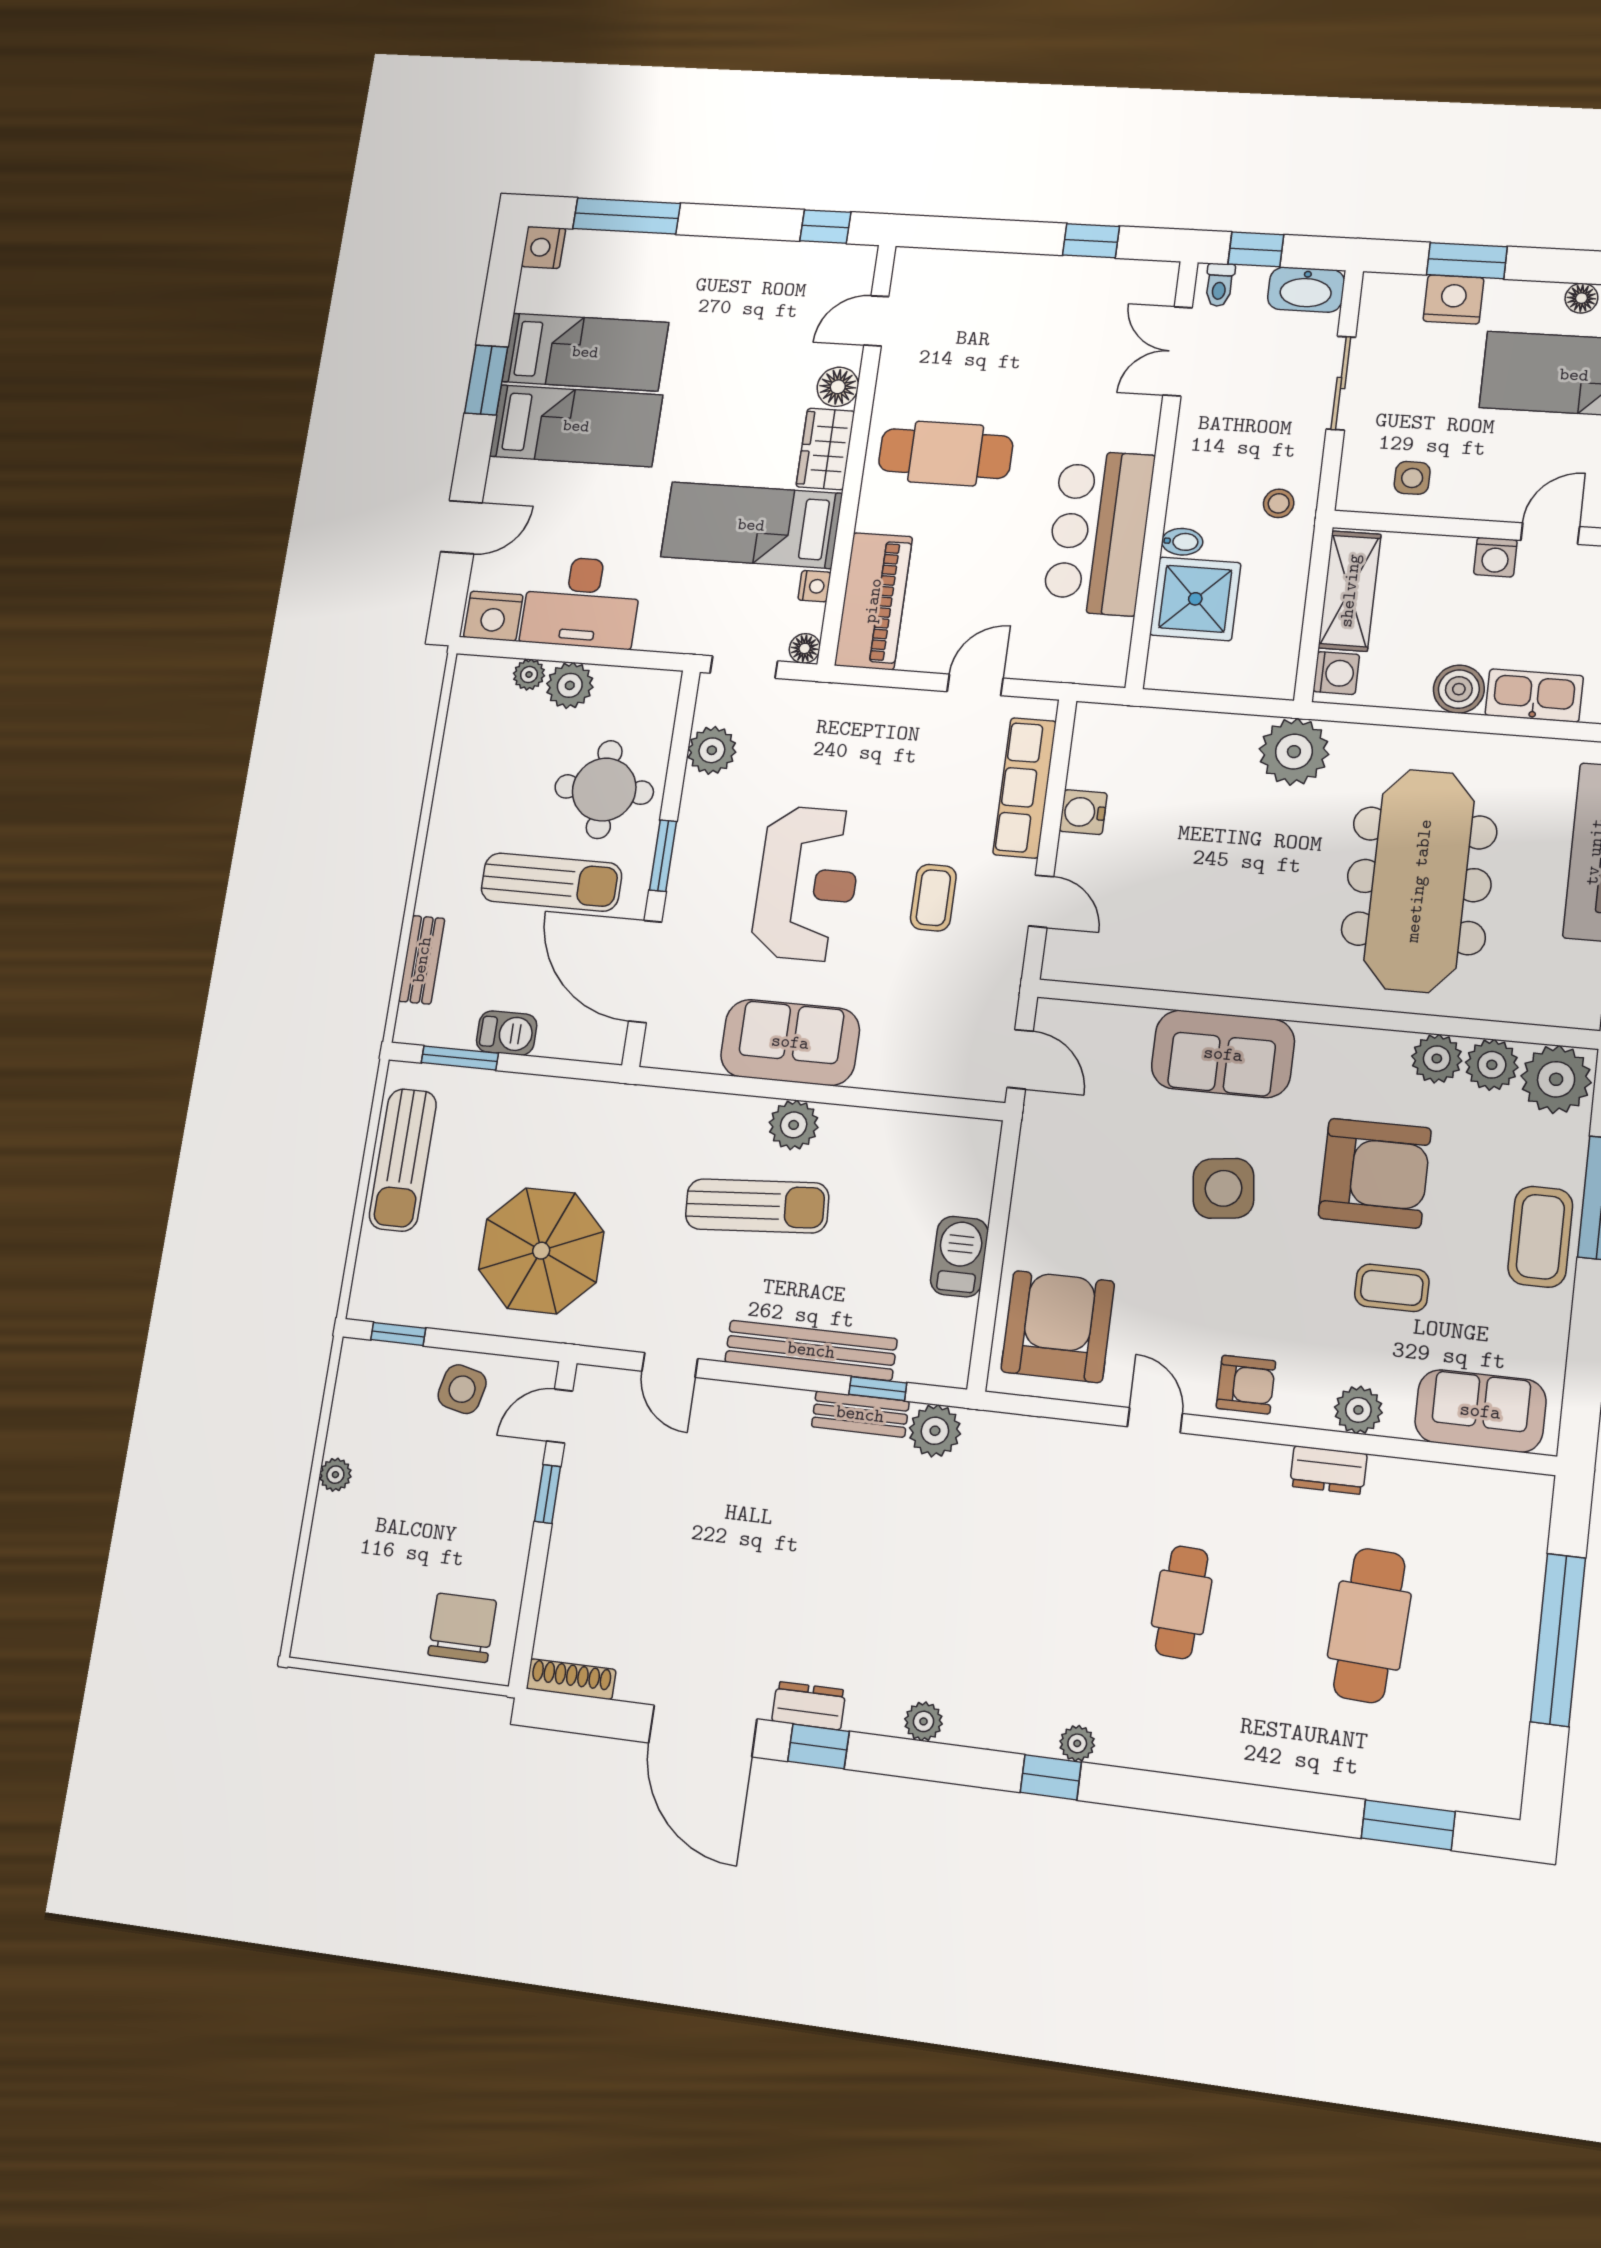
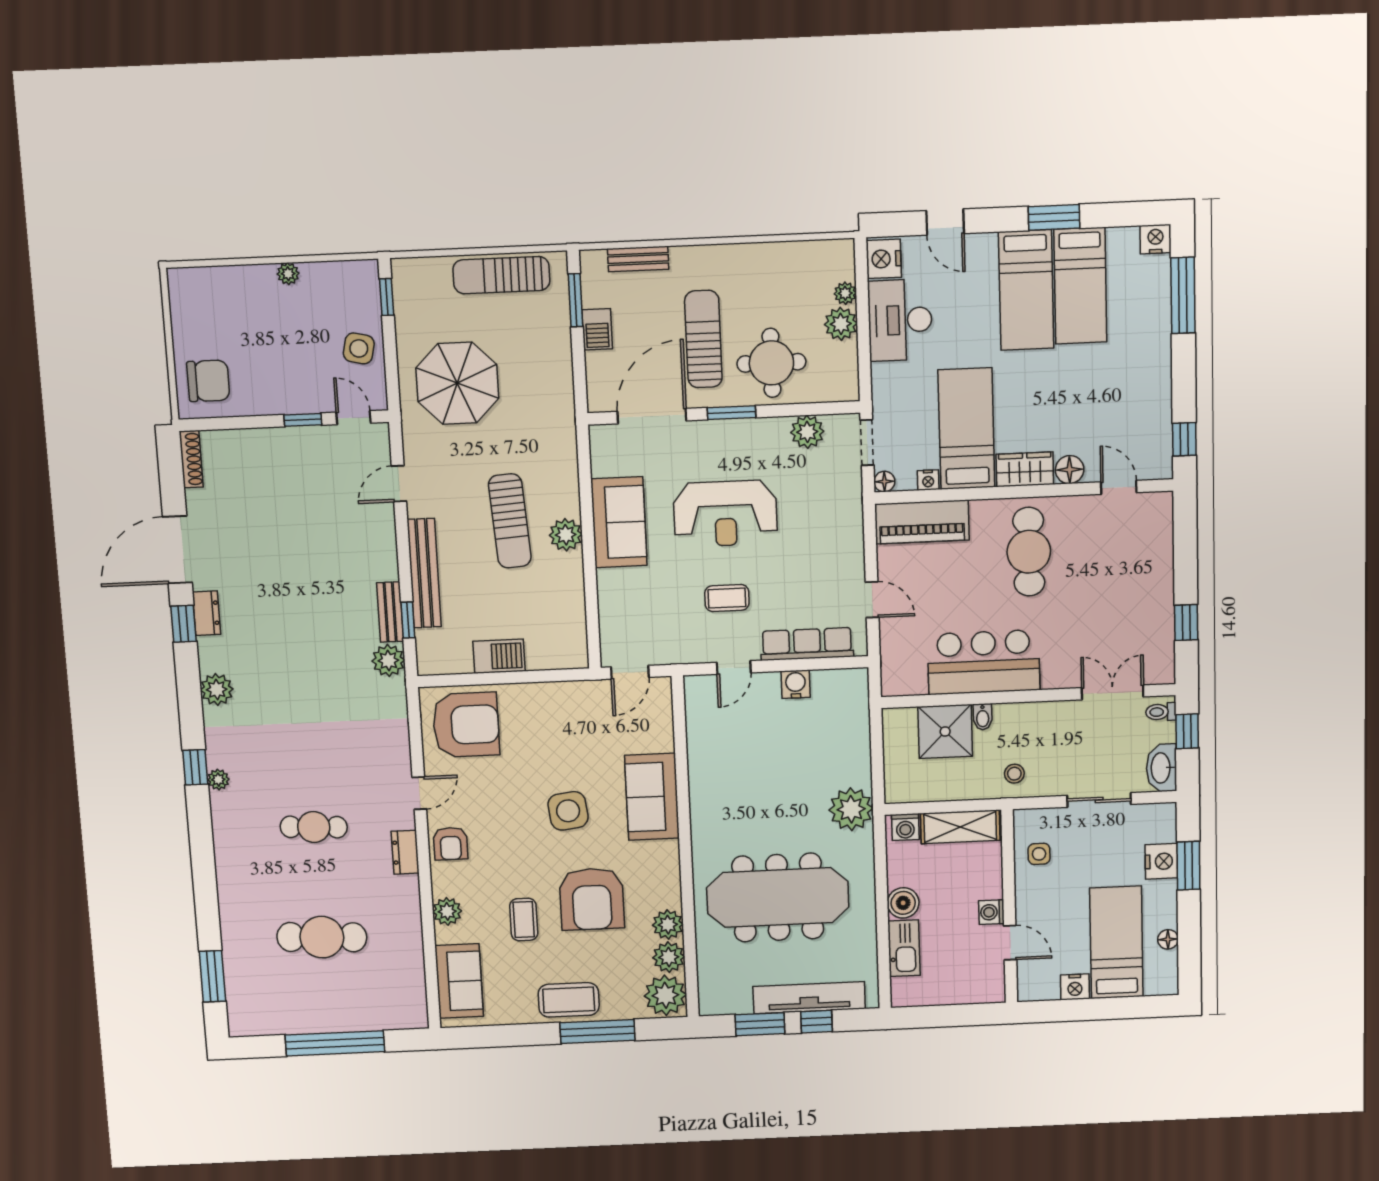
sun lounger: (551, 882) -> (703, 339), turned 180
dresser: (1328, 1470) -> (405, 852), moved
plant: (923, 1721) -> (217, 689), width x1.38, depth x1.38

